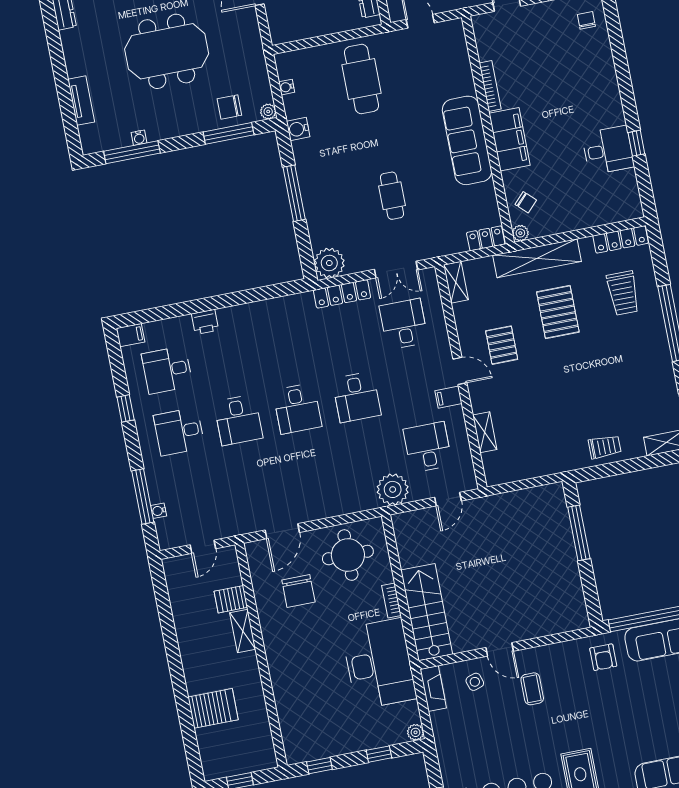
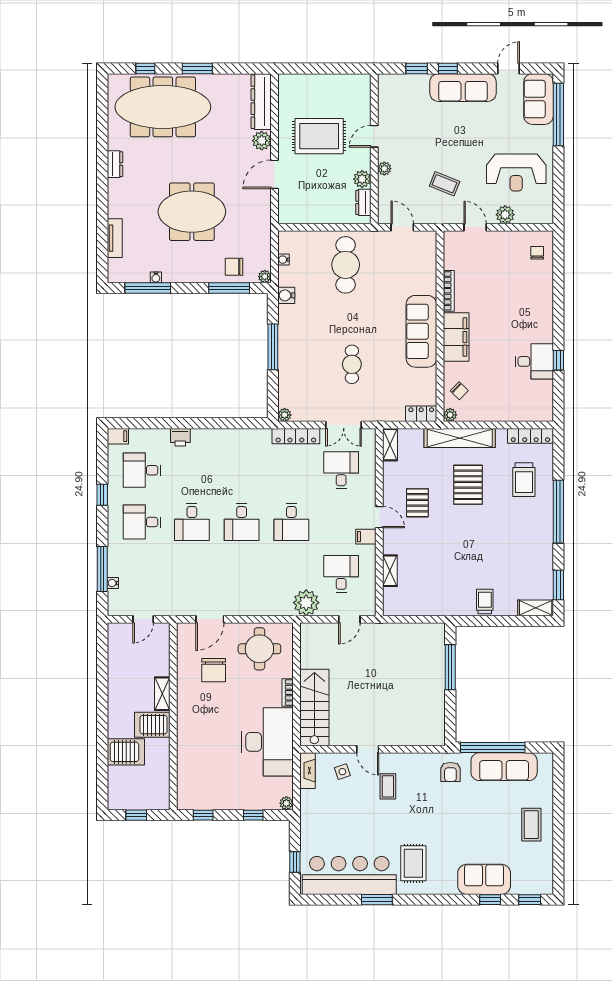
plant: (329, 263) -> (285, 415), width x0.53, depth x0.53
trolley: (605, 447) -> (485, 602), turned -90
server rack: (231, 599) -> (152, 725), moved, width x1.36, depth x1.44

